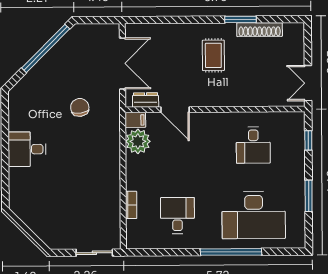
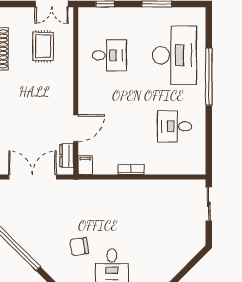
rug: (213, 55) -> (43, 46), moved, turned 90
chair: (80, 107) -> (79, 247), moved
plant: (138, 141) -> (105, 163), removed
bookcase: (131, 205) -> (131, 170), moved

